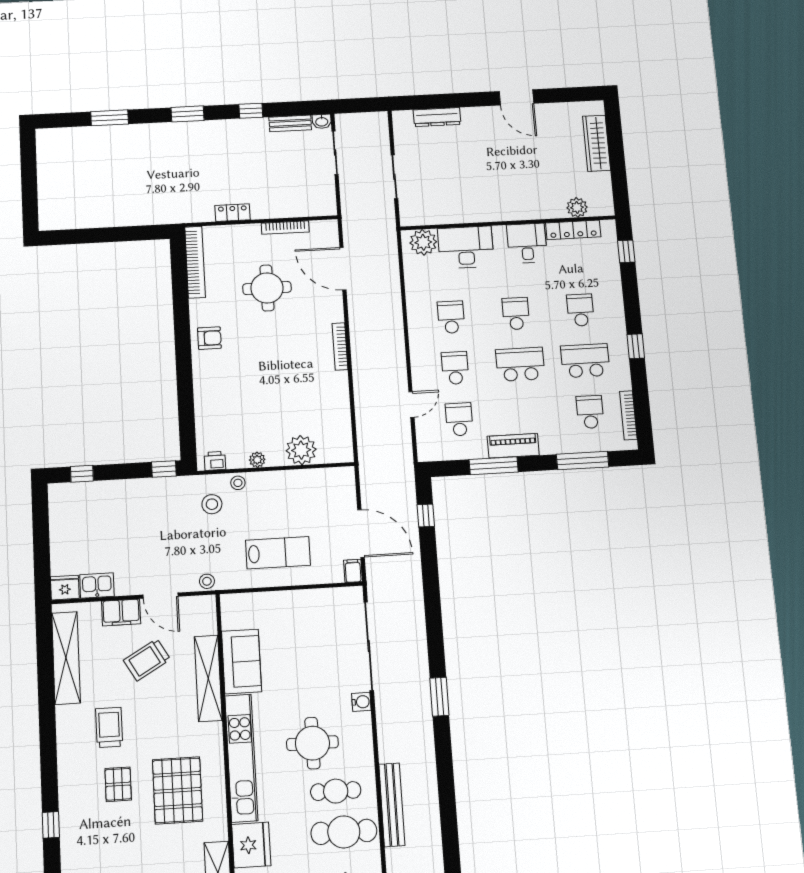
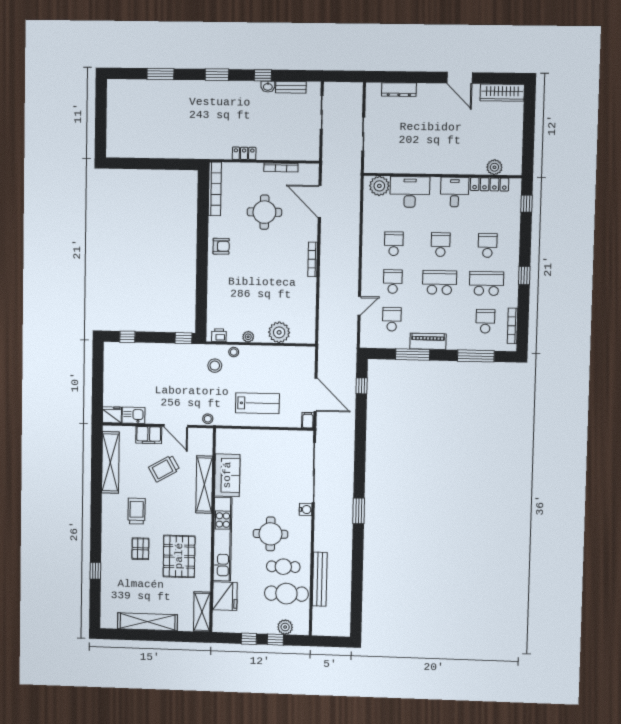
washbasin: (322, 121) -> (268, 87), moved
wardrobe: (596, 143) -> (502, 93), moved, turned -90

